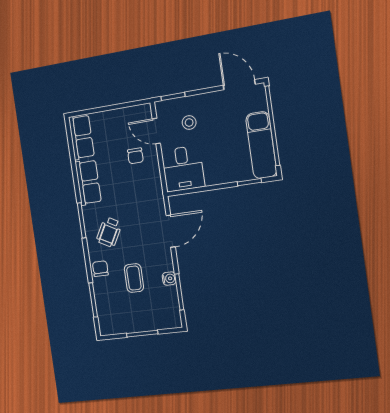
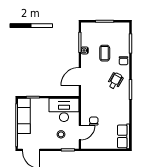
door: (156, 131) -> (80, 133), hinge flipped
desk: (183, 169) -> (64, 110), width x1.37
row of seats: (88, 182) -> (123, 110), removed

